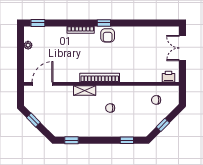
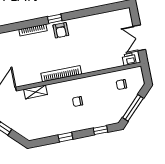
double door: (182, 48) -> (139, 38), moved
shelving: (85, 91) -> (36, 92), moved
window: (163, 125) -> (133, 108), width x2.17
window: (71, 140) -> (65, 137), moved

